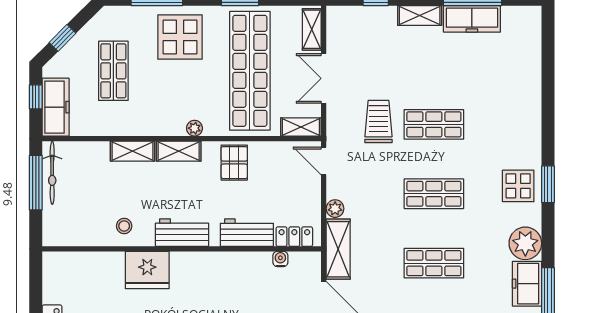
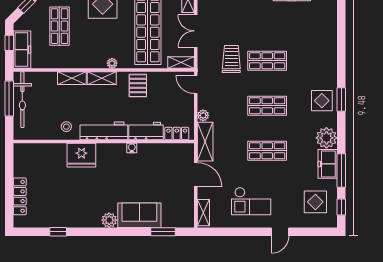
bicycle: (52, 173) -> (22, 100), width x1.37, depth x1.40
workbench: (182, 233) -> (104, 131), width x1.38
water cooler: (280, 259) -> (132, 148), moved

